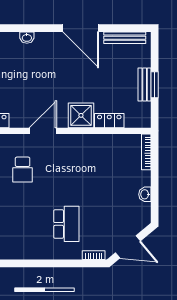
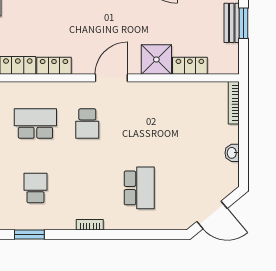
bookcase: (94, 255) -> (90, 225), moved

